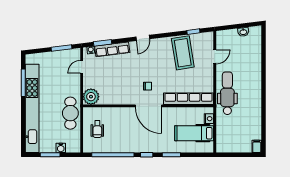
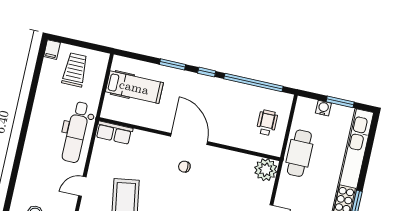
row of seats: (189, 99) -> (114, 133), width x0.50
nightstand: (209, 119) -> (110, 103), removed
trolley: (238, 136) -> (75, 70), added

